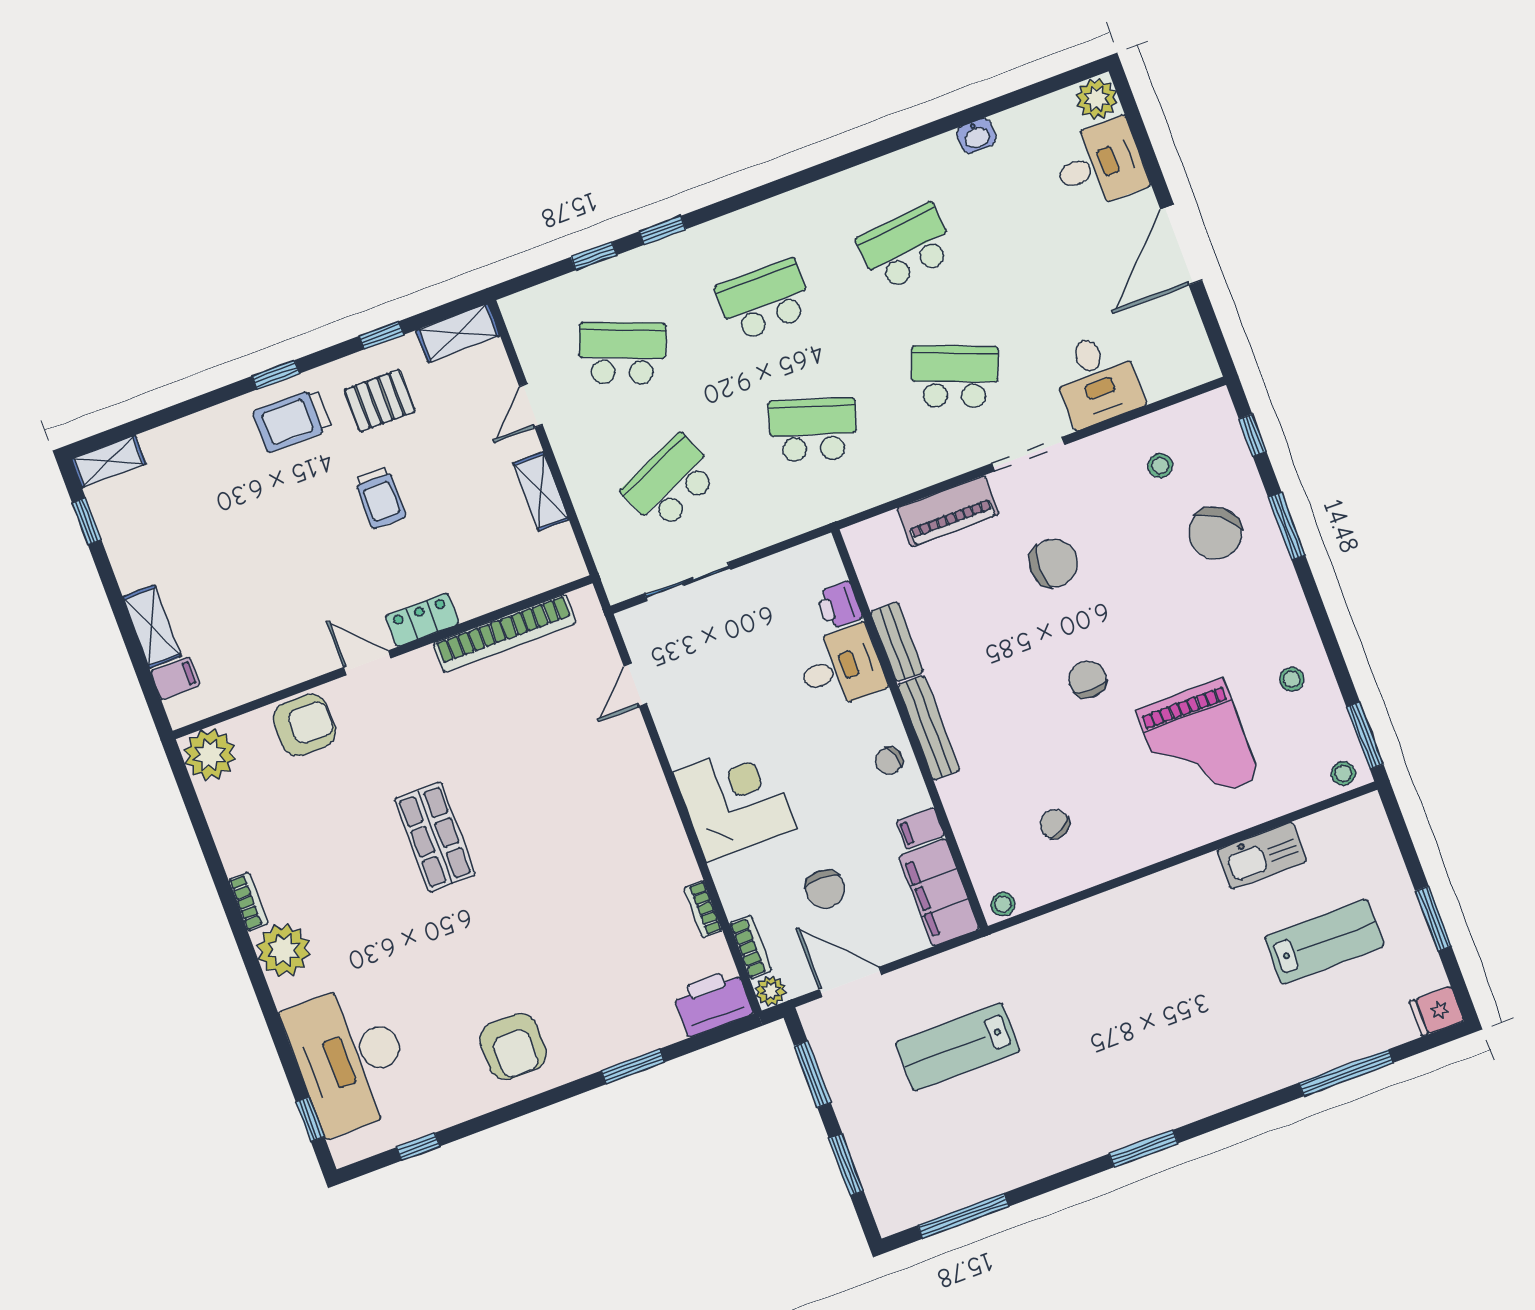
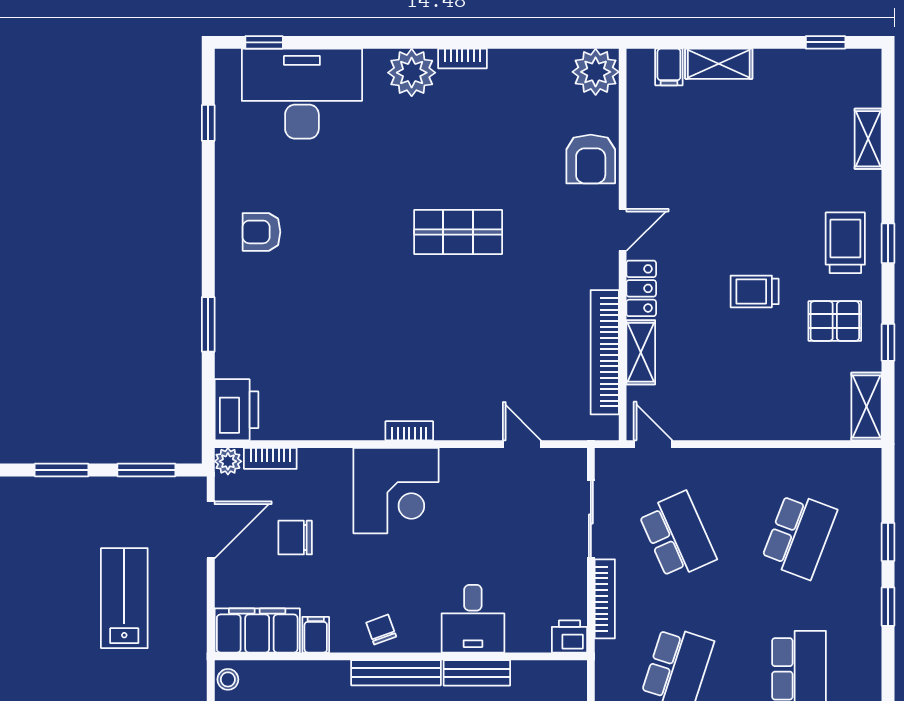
pallet: (380, 401) -> (835, 321), turned 90
door: (531, 406) -> (653, 444), moved
shelving: (108, 461) -> (868, 139), moved
shelving: (541, 491) -> (641, 352), moved, turned 90
bookcase: (767, 535) -> (605, 599), added
printer: (839, 605) -> (569, 636), moved
bookcase: (703, 909) -> (409, 431), moved
armchair: (513, 1047) -> (261, 232), width x0.72, depth x0.72

